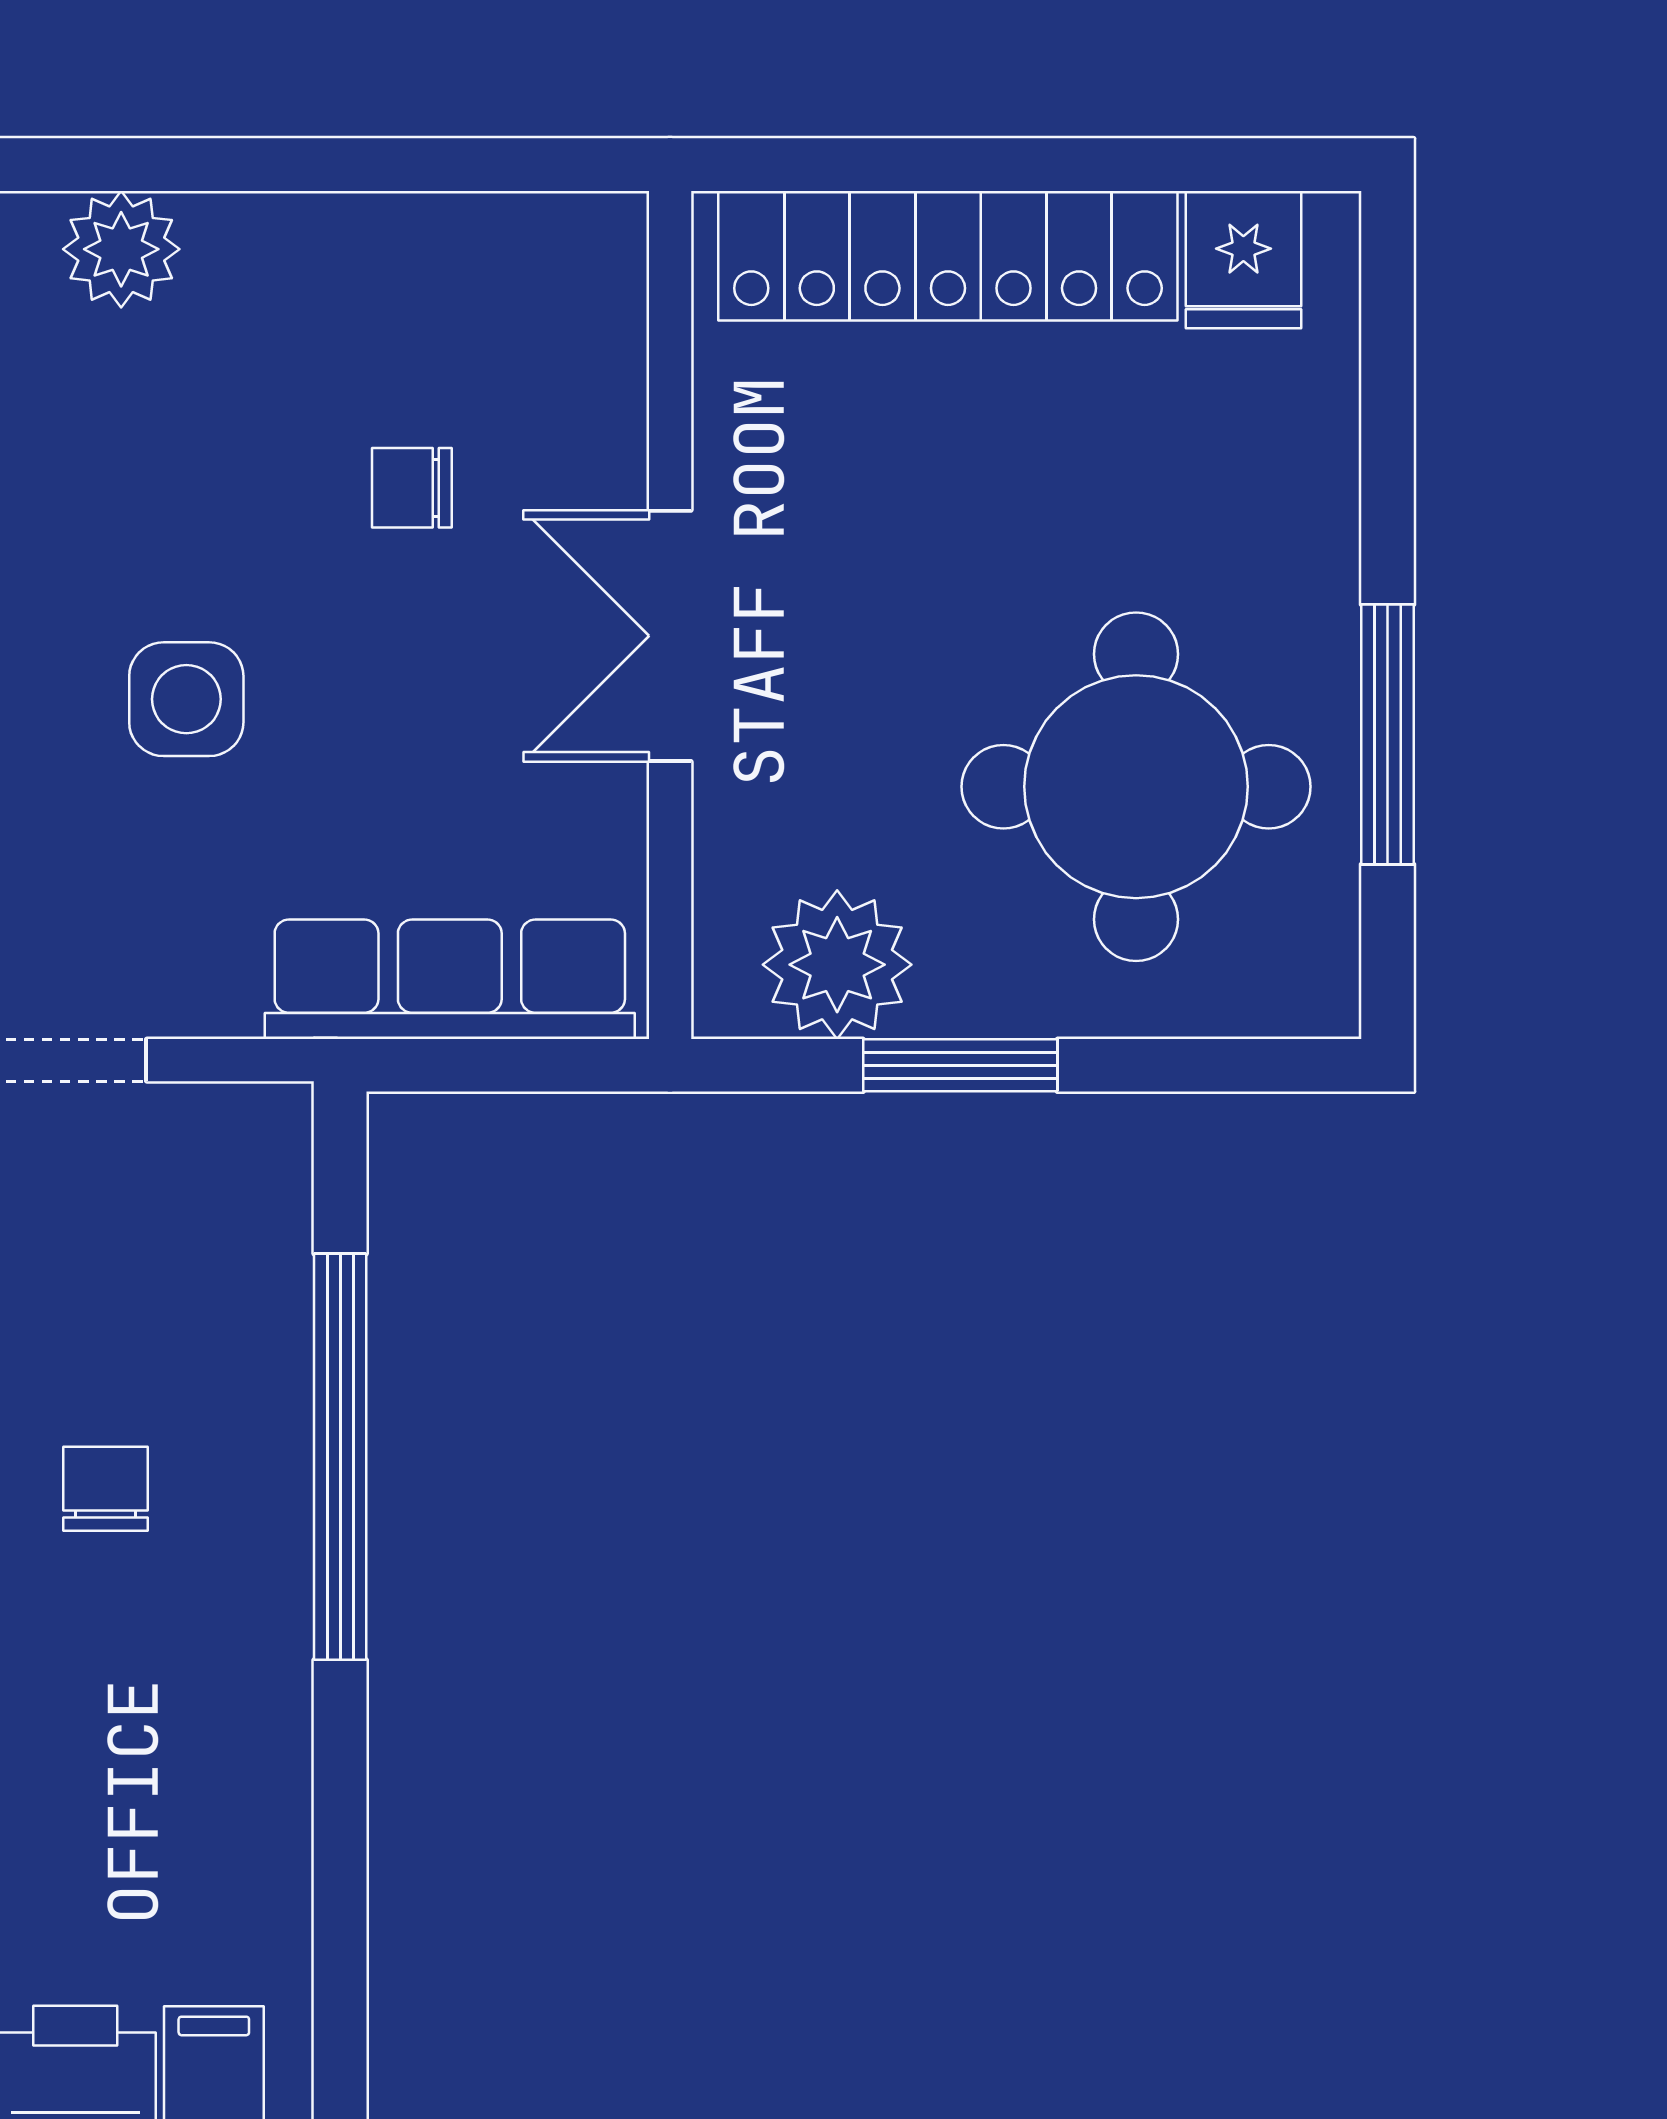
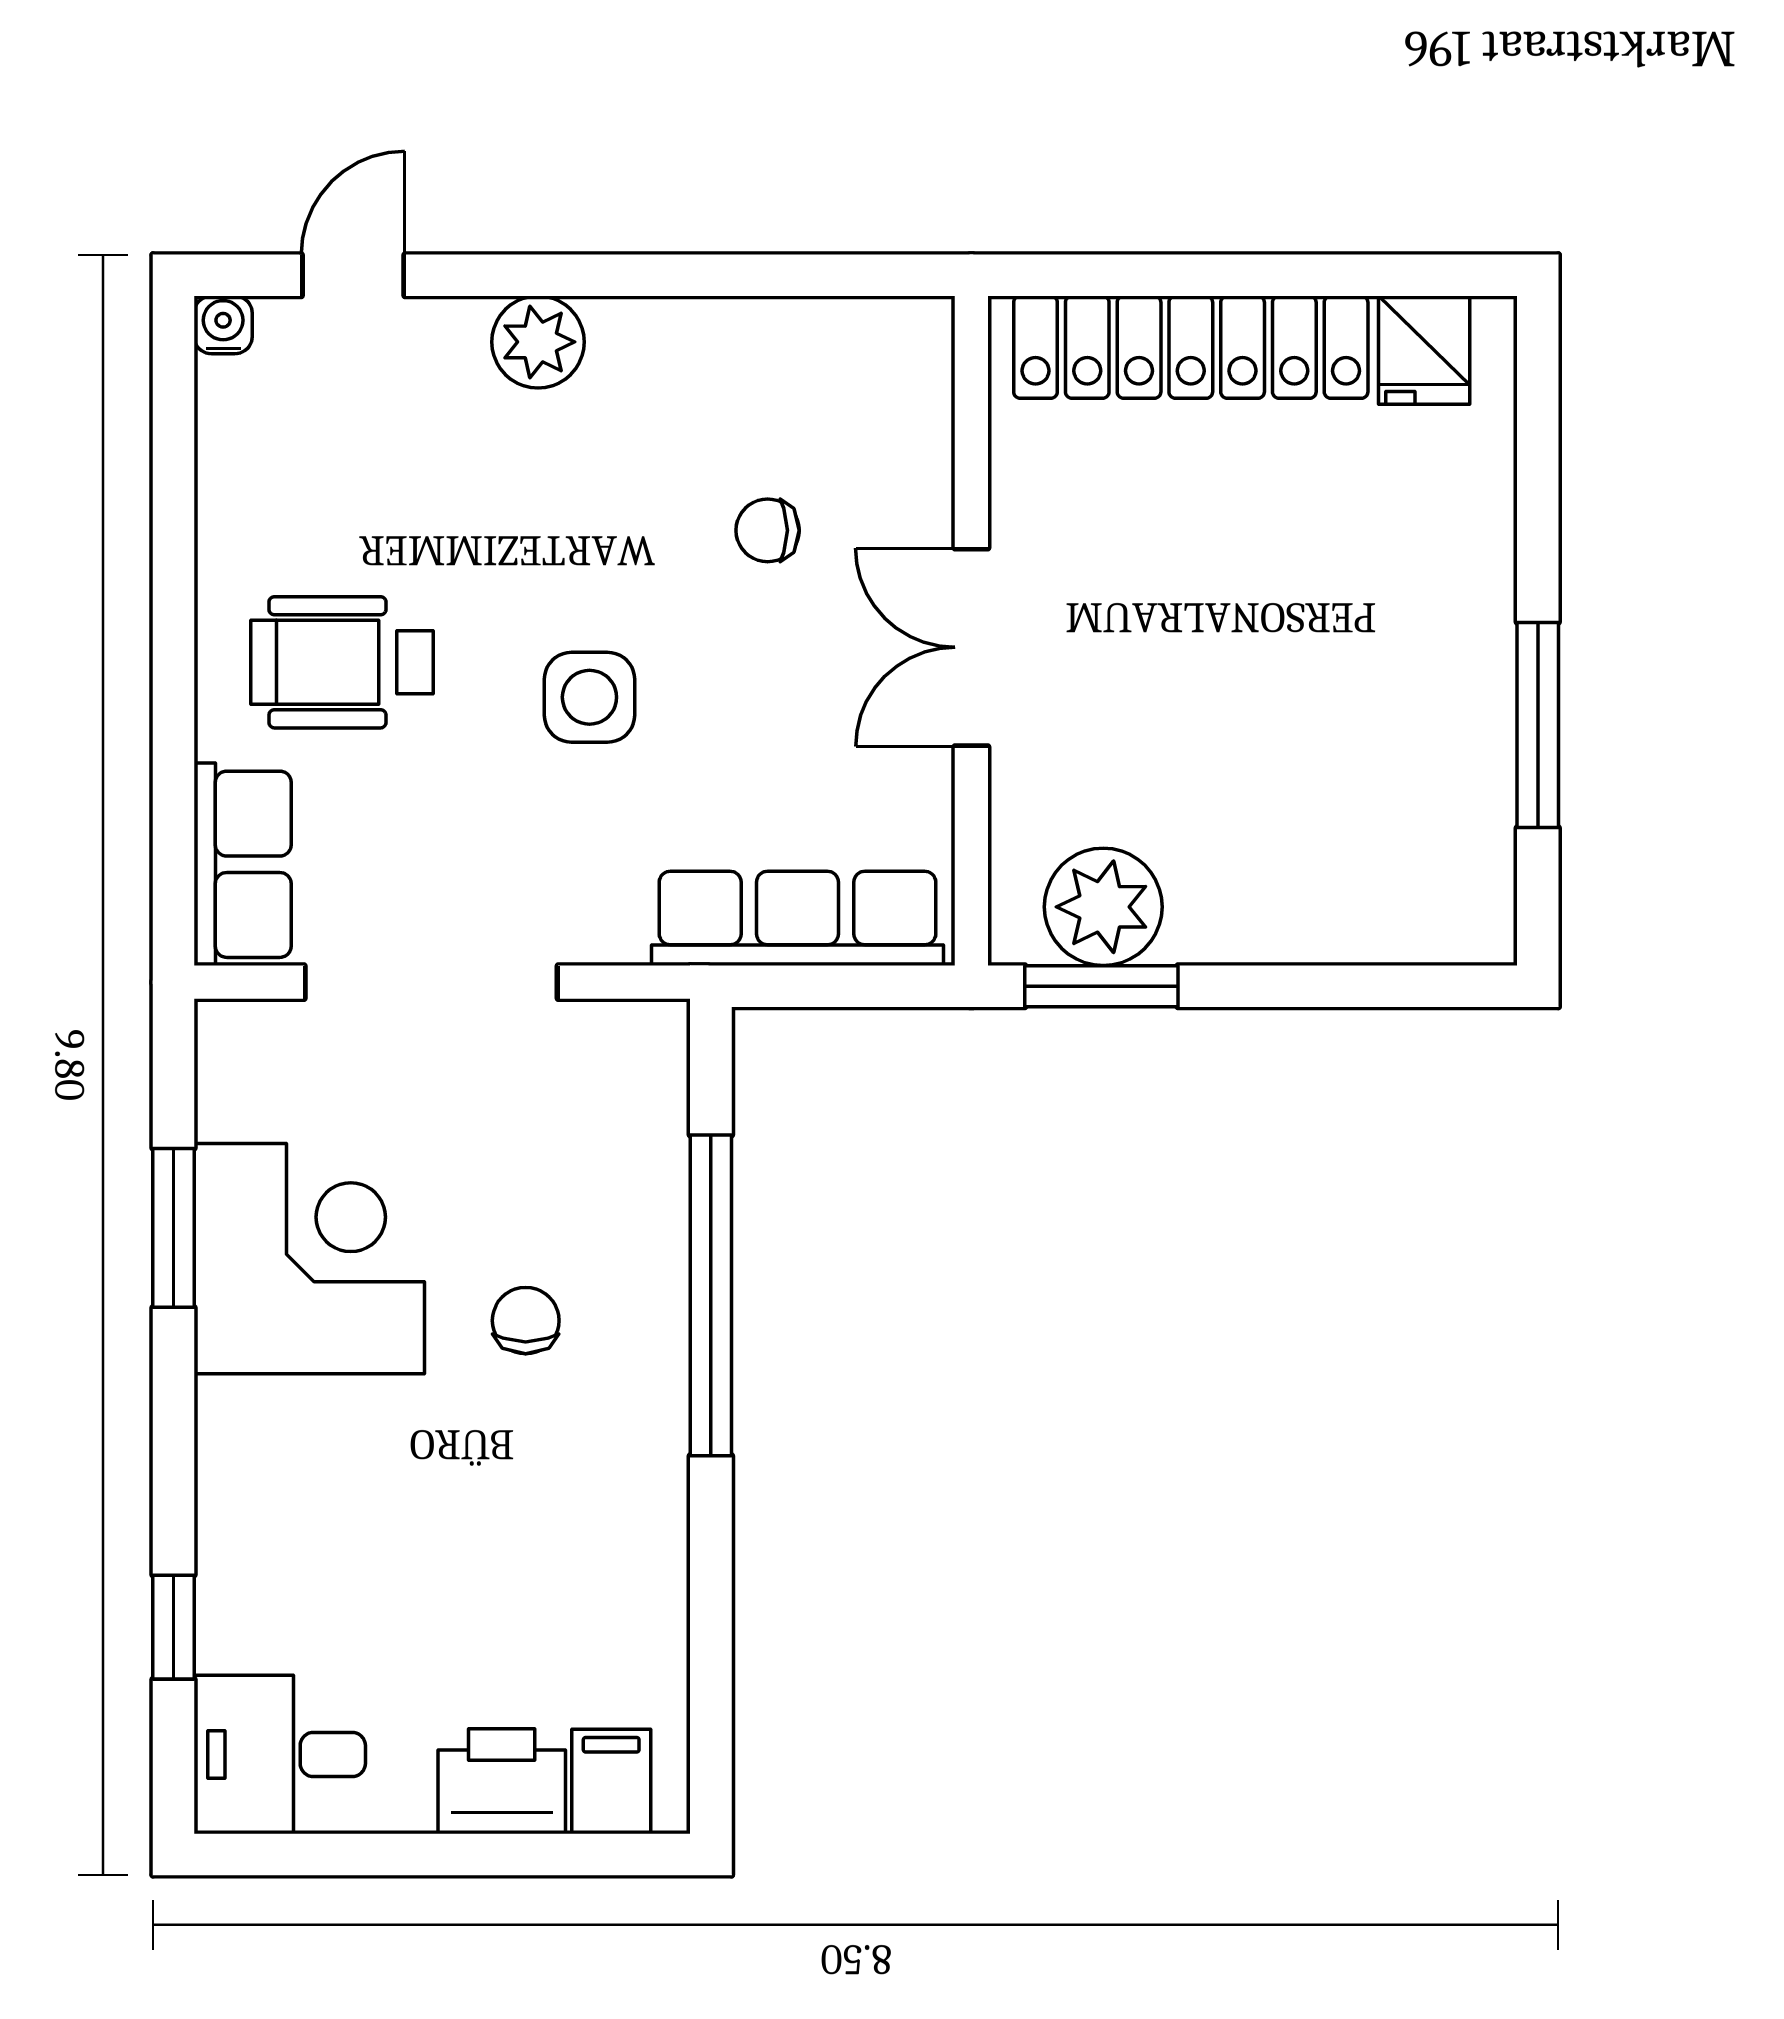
round table: (1136, 787) -> (1339, 766), removed
window: (960, 1065) -> (1101, 986), moved

